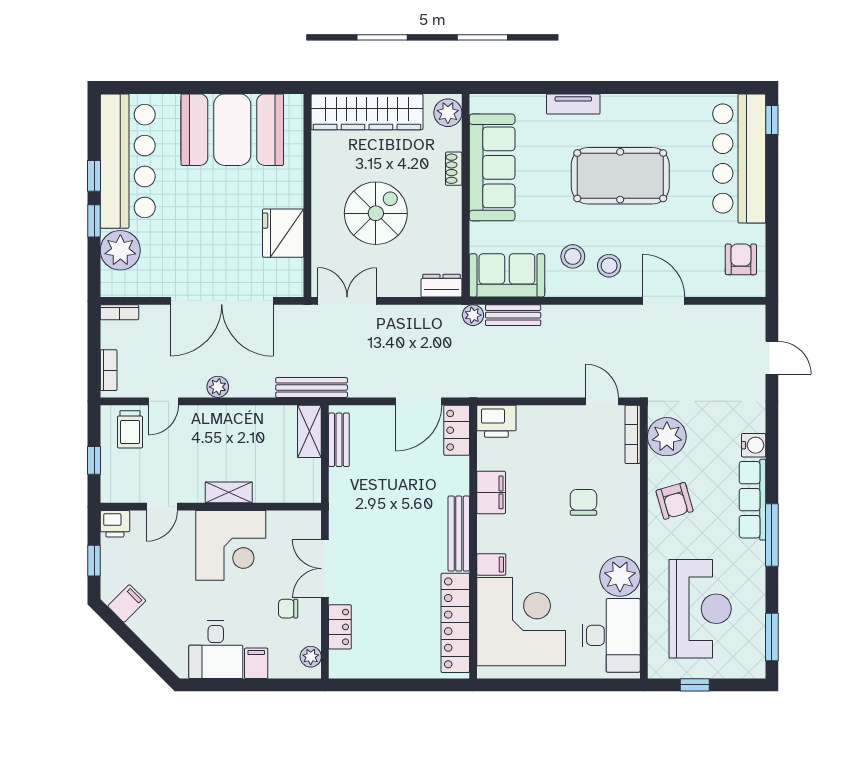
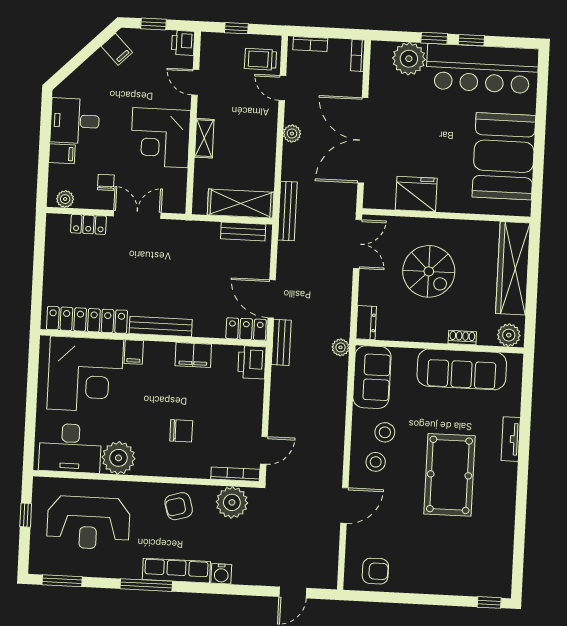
bar counter: (739, 158) -> (459, 574), removed
bench: (513, 315) -> (281, 342), moved
shelving: (309, 431) -> (241, 204), width x1.50, depth x1.33

